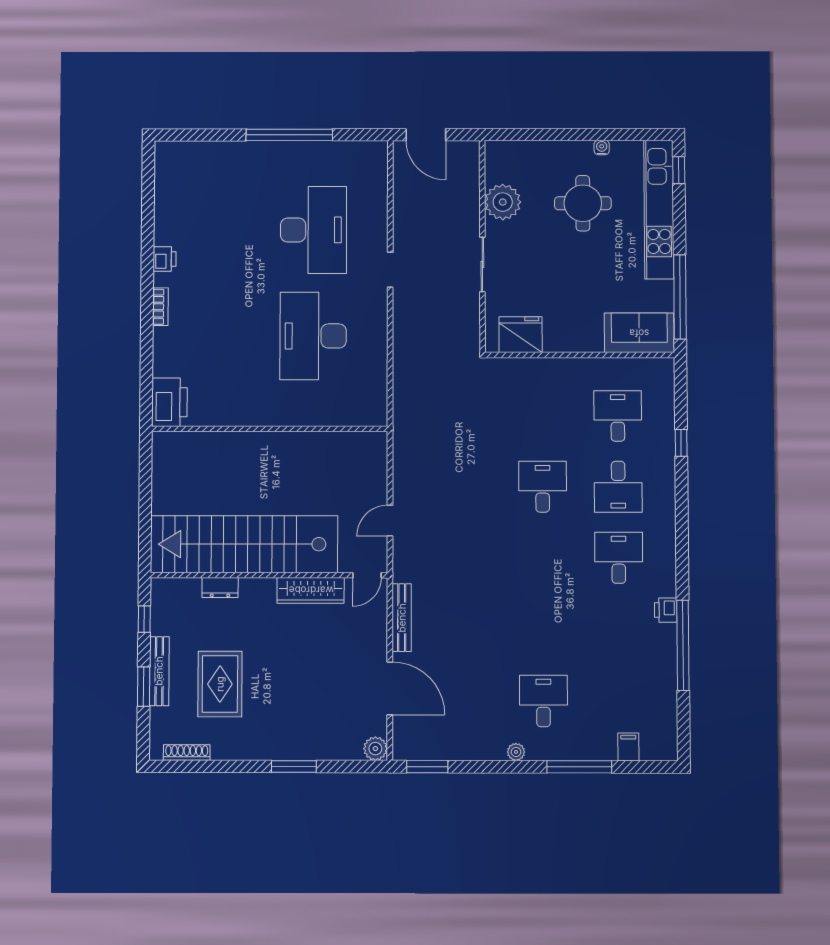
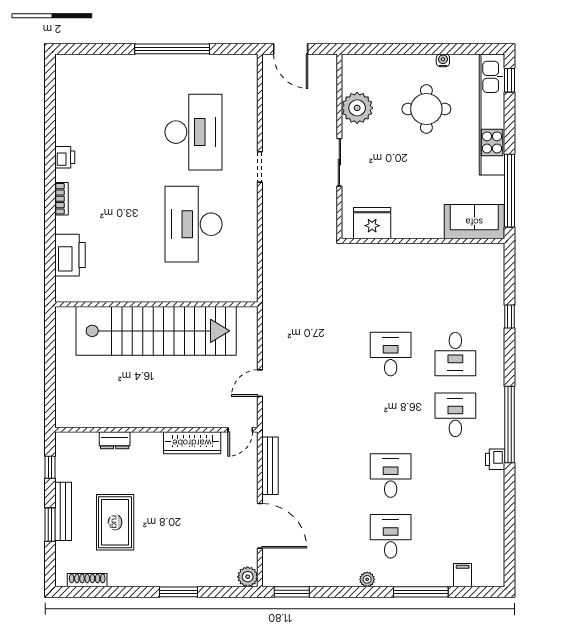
printer: (169, 402) -> (70, 255), moved
desk: (618, 416) -> (391, 476), moved
stairs: (244, 544) -> (156, 331), moved, turned 180
window: (683, 645) -> (509, 424), moved

